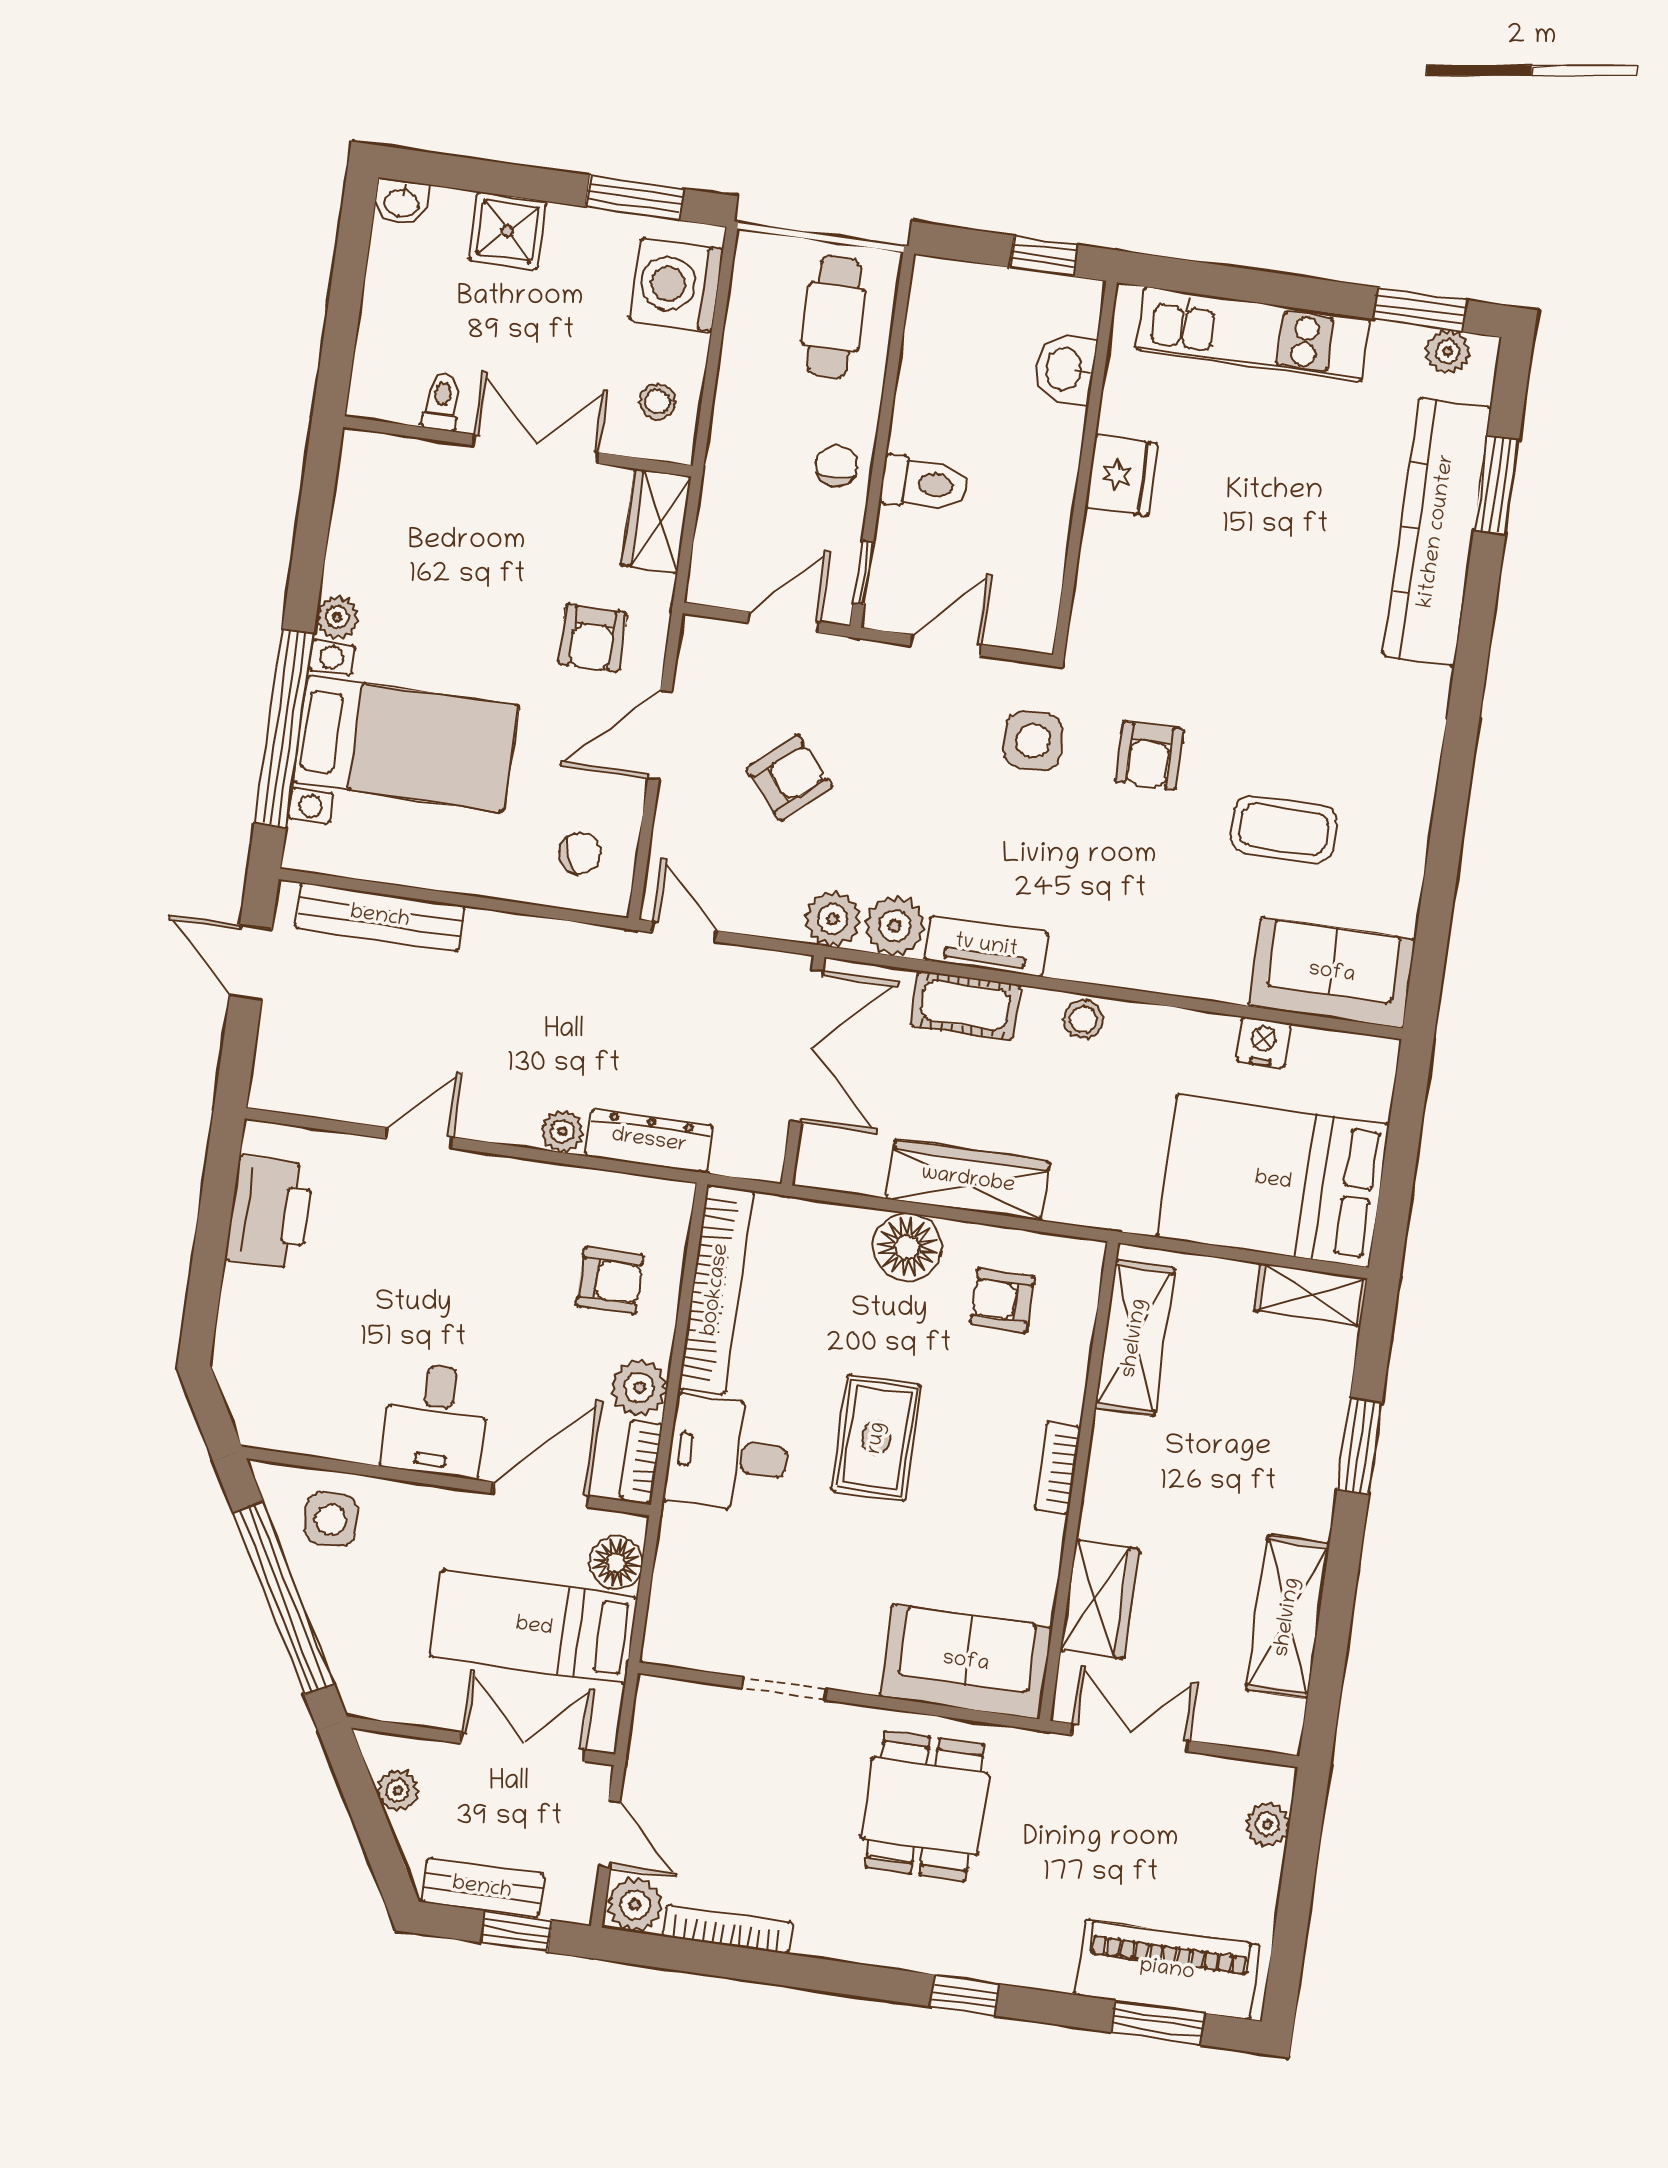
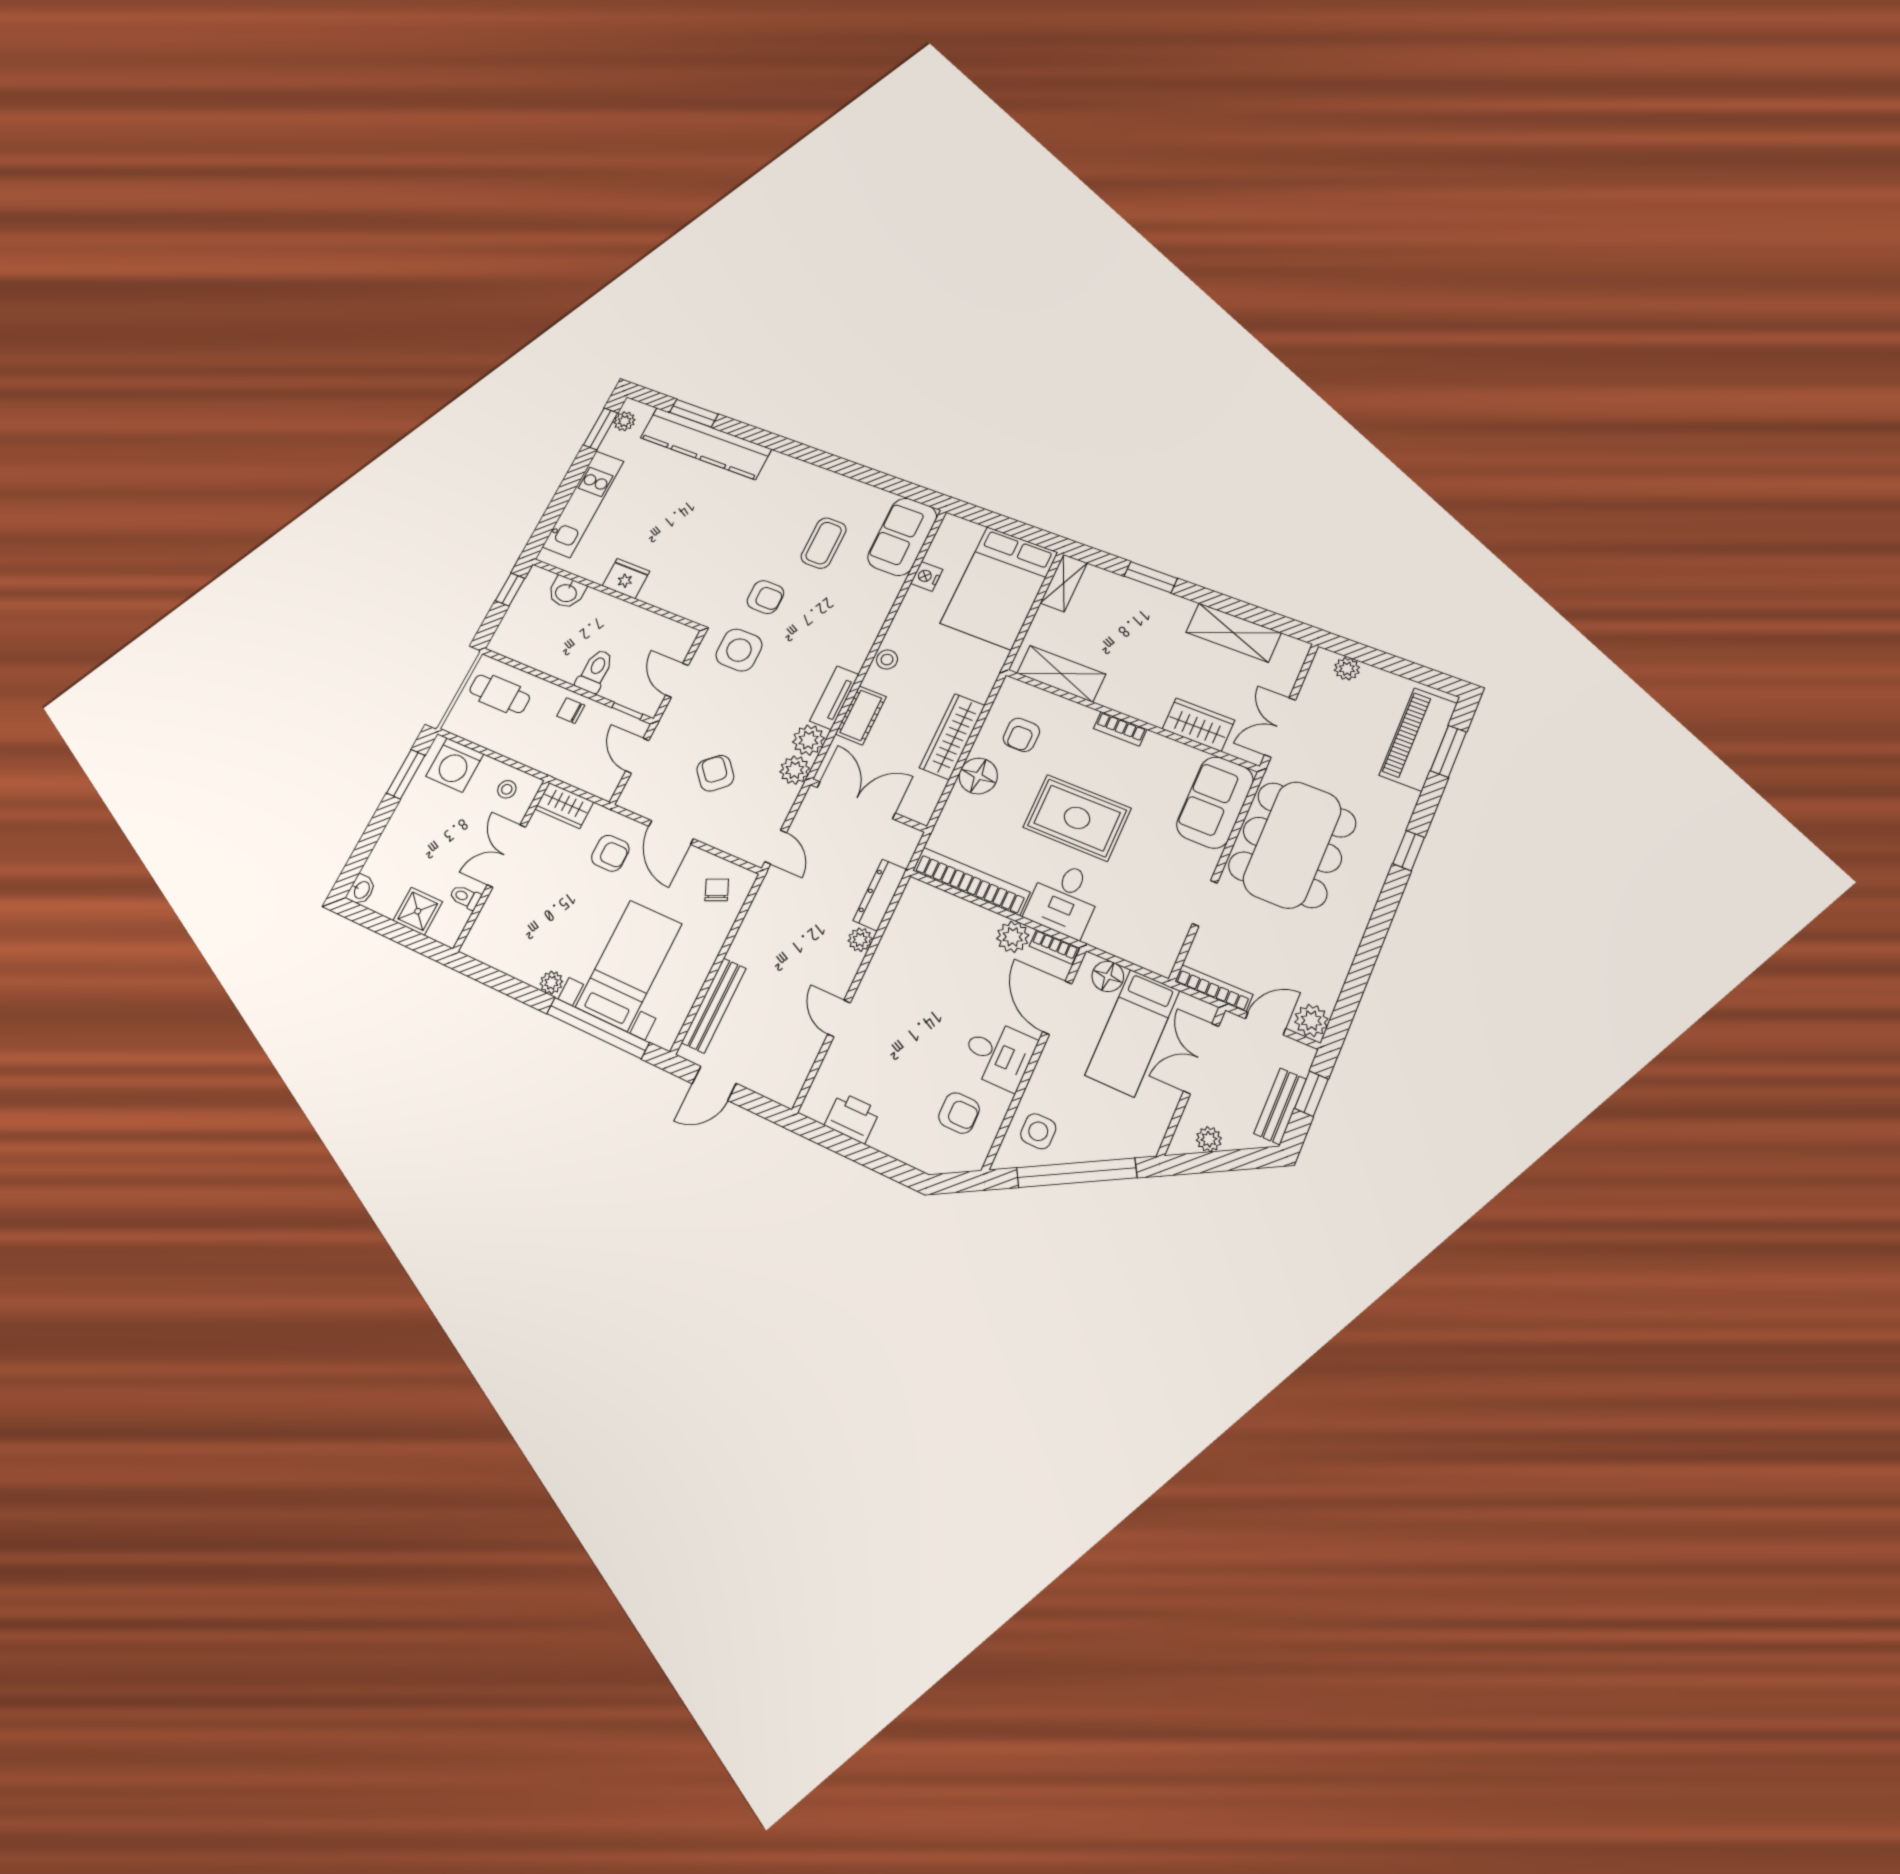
shower: (508, 231) -> (418, 911), moved
side table: (1033, 741) -> (739, 650), width x1.37, depth x1.37
door: (684, 932) -> (776, 847), swing flipped
printer: (270, 1212) -> (852, 1118), width x0.73, depth x0.84
armchair: (610, 1281) -> (959, 1113), moved, turned 90
rug: (877, 1438) -> (1077, 818), width x1.36, depth x1.43
dining table: (925, 1806) -> (1292, 845), width x1.88, depth x1.24
bookcase: (728, 1929) -> (1214, 988), moved, turned 90

